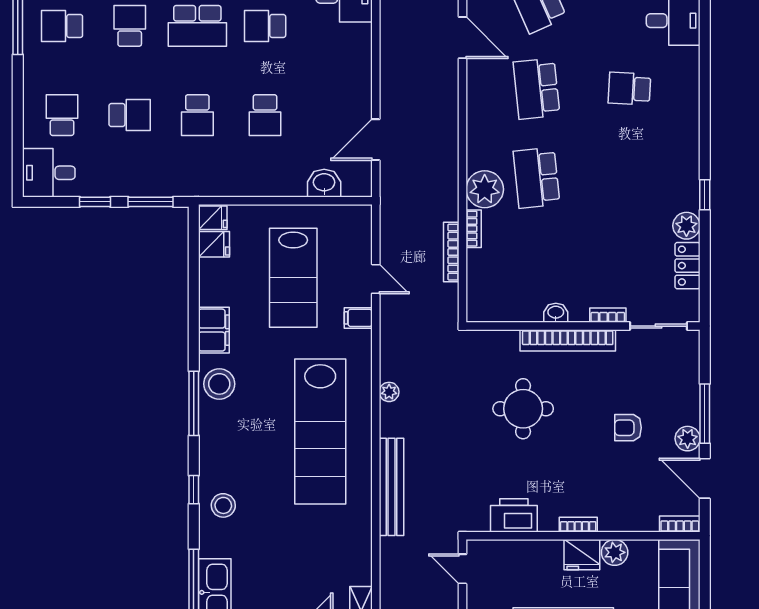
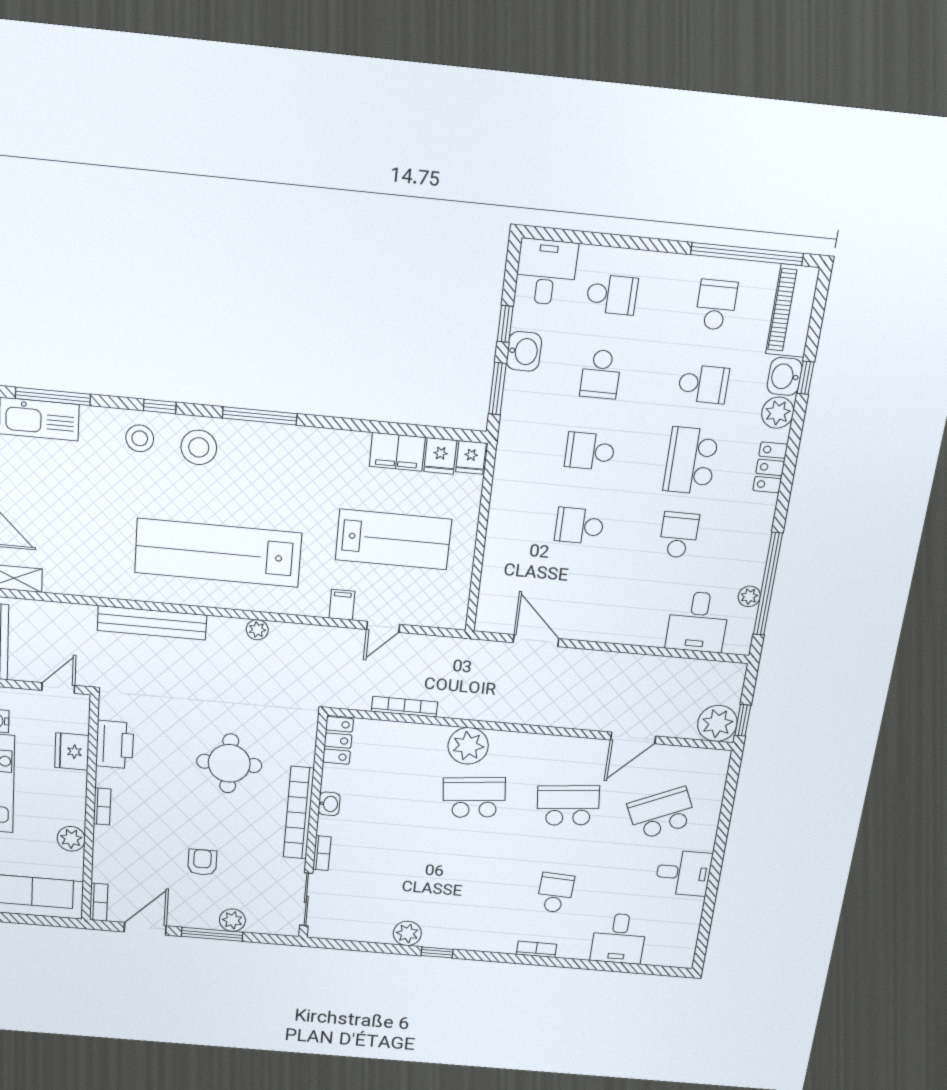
washbasin: (324, 183) -> (524, 351), moved
bookcase: (474, 229) -> (537, 949), moved, turned 180
locker: (688, 266) -> (338, 741), moved, turned 90
lab bench: (293, 278) -> (393, 540), turned 180
filing cabinet: (214, 330) -> (397, 452), moved
stool: (219, 384) -> (199, 447), moved
plant: (688, 439) -> (232, 920), moved
fridge: (582, 555) -> (72, 752), moved

